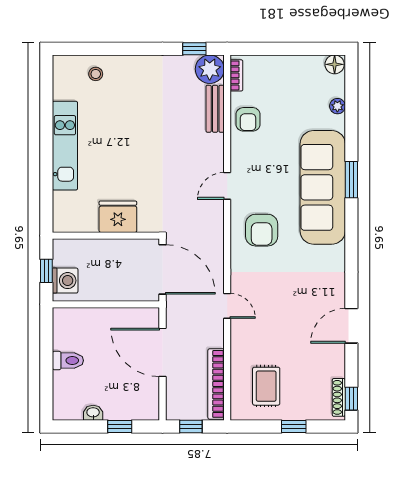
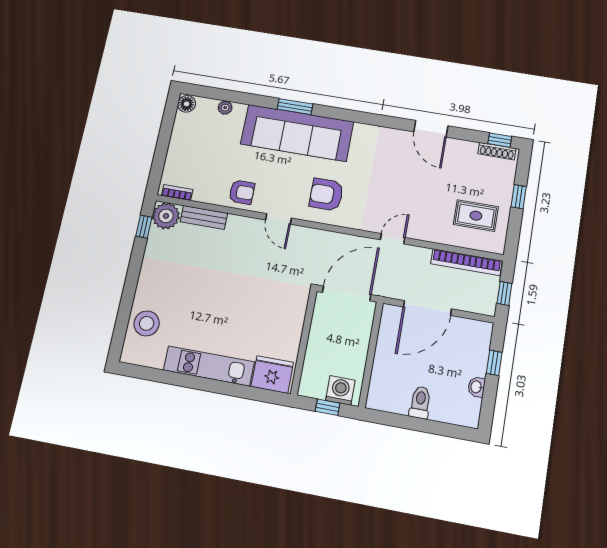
stool: (96, 74) -> (147, 323), width x1.89, depth x1.89
armchair: (248, 119) -> (242, 192), moved
fridge: (118, 217) -> (272, 374), moved, turned 90
armchair: (262, 230) -> (326, 195), turned 180

